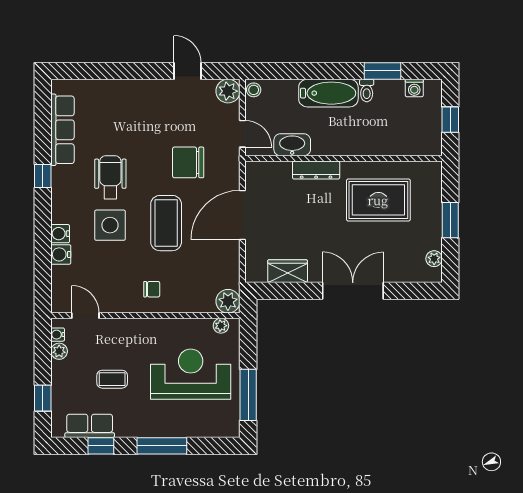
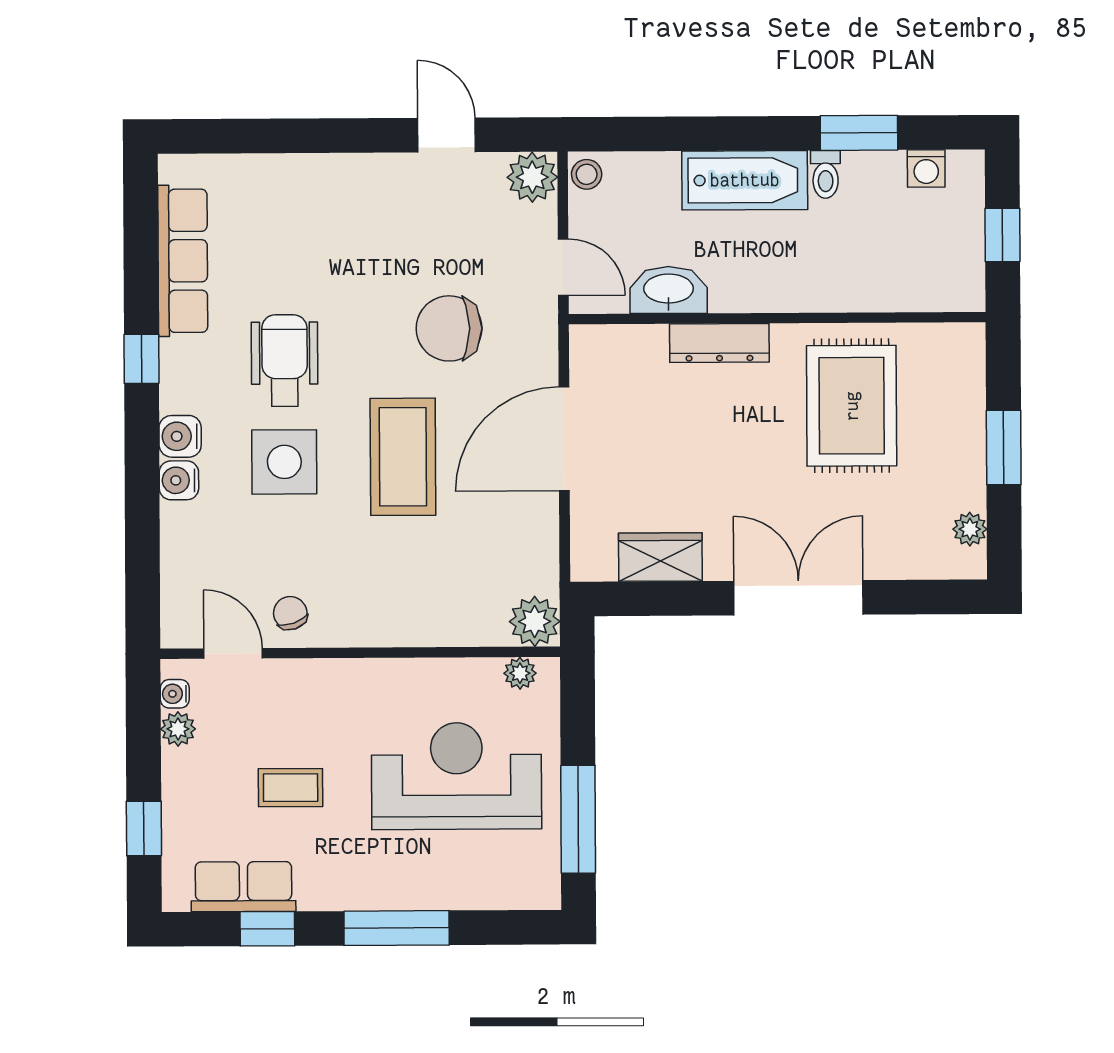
rug: (378, 200) -> (852, 406), turned 90
water cooler: (61, 254) -> (180, 436), moved
chair: (152, 289) -> (290, 613), moved, turned -109

